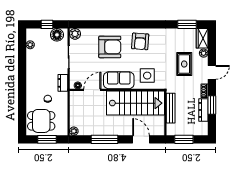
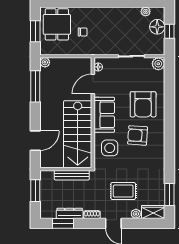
floor lamp: (57, 35) -> (157, 27), moved
armchair: (140, 41) -> (138, 135), moved
dresser: (63, 83) -> (101, 50), removed
door: (92, 90) -> (93, 84), swing flipped
window: (212, 105) -> (63, 223), moved
window: (104, 139) -> (35, 86), moved

